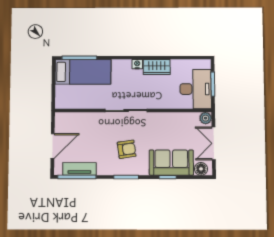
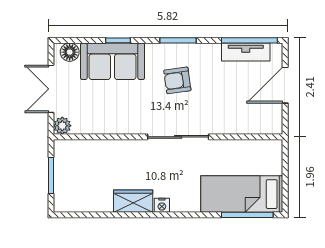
desk: (196, 89) -> (76, 168), removed
double door: (214, 143) -> (51, 89), swing flipped

